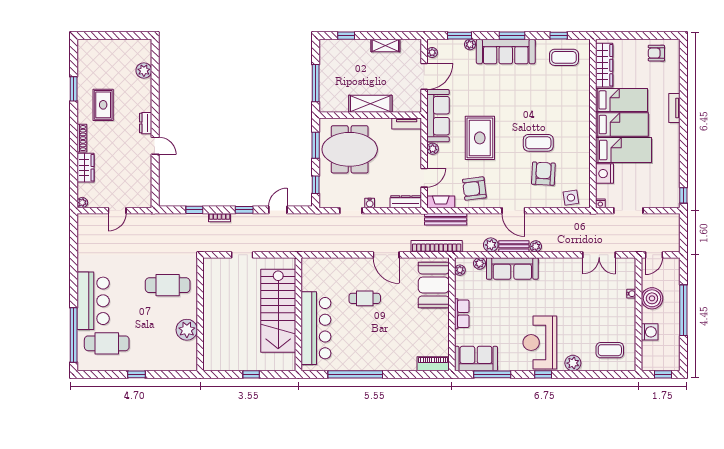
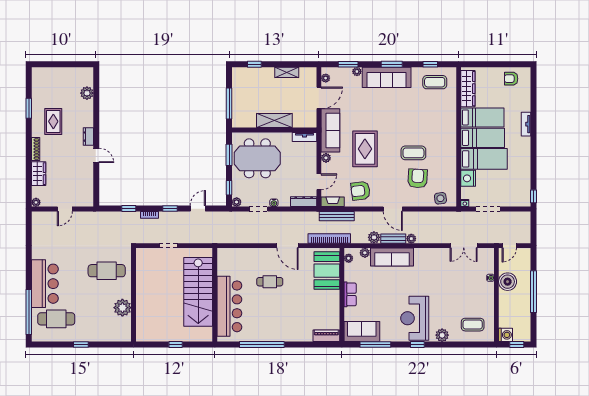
plant: (325, 202) -> (237, 202), added
washing machine: (650, 332) -> (506, 335), moved

